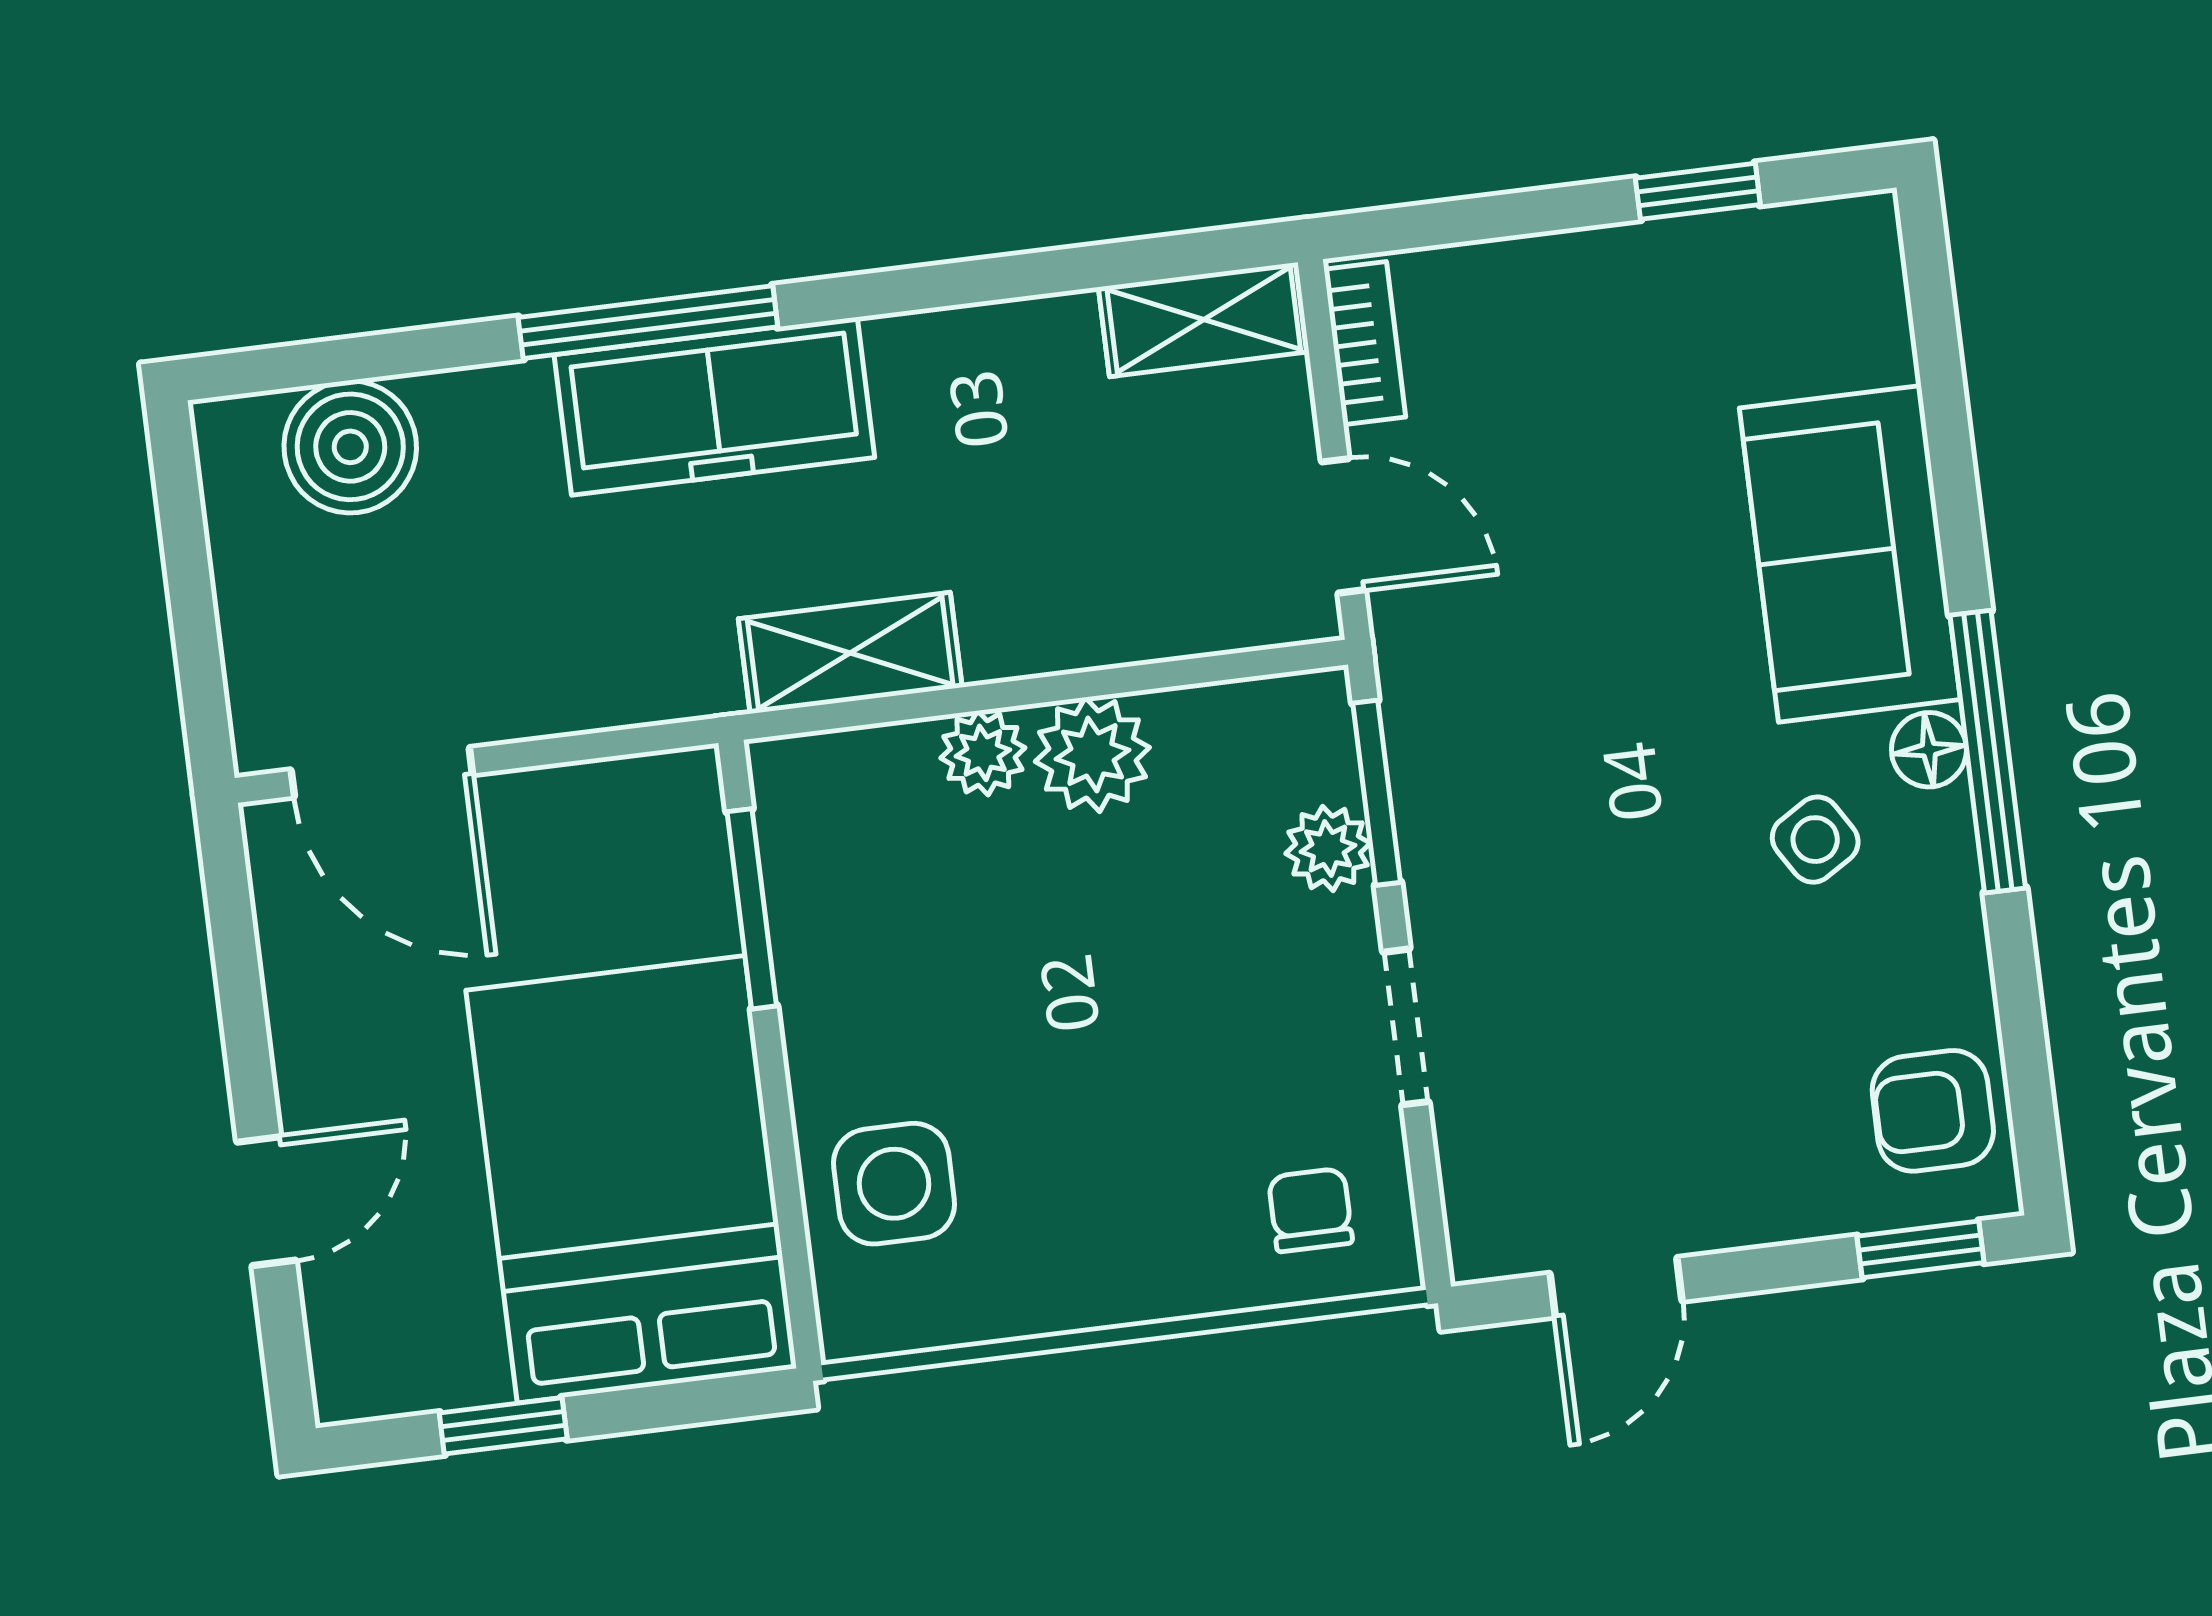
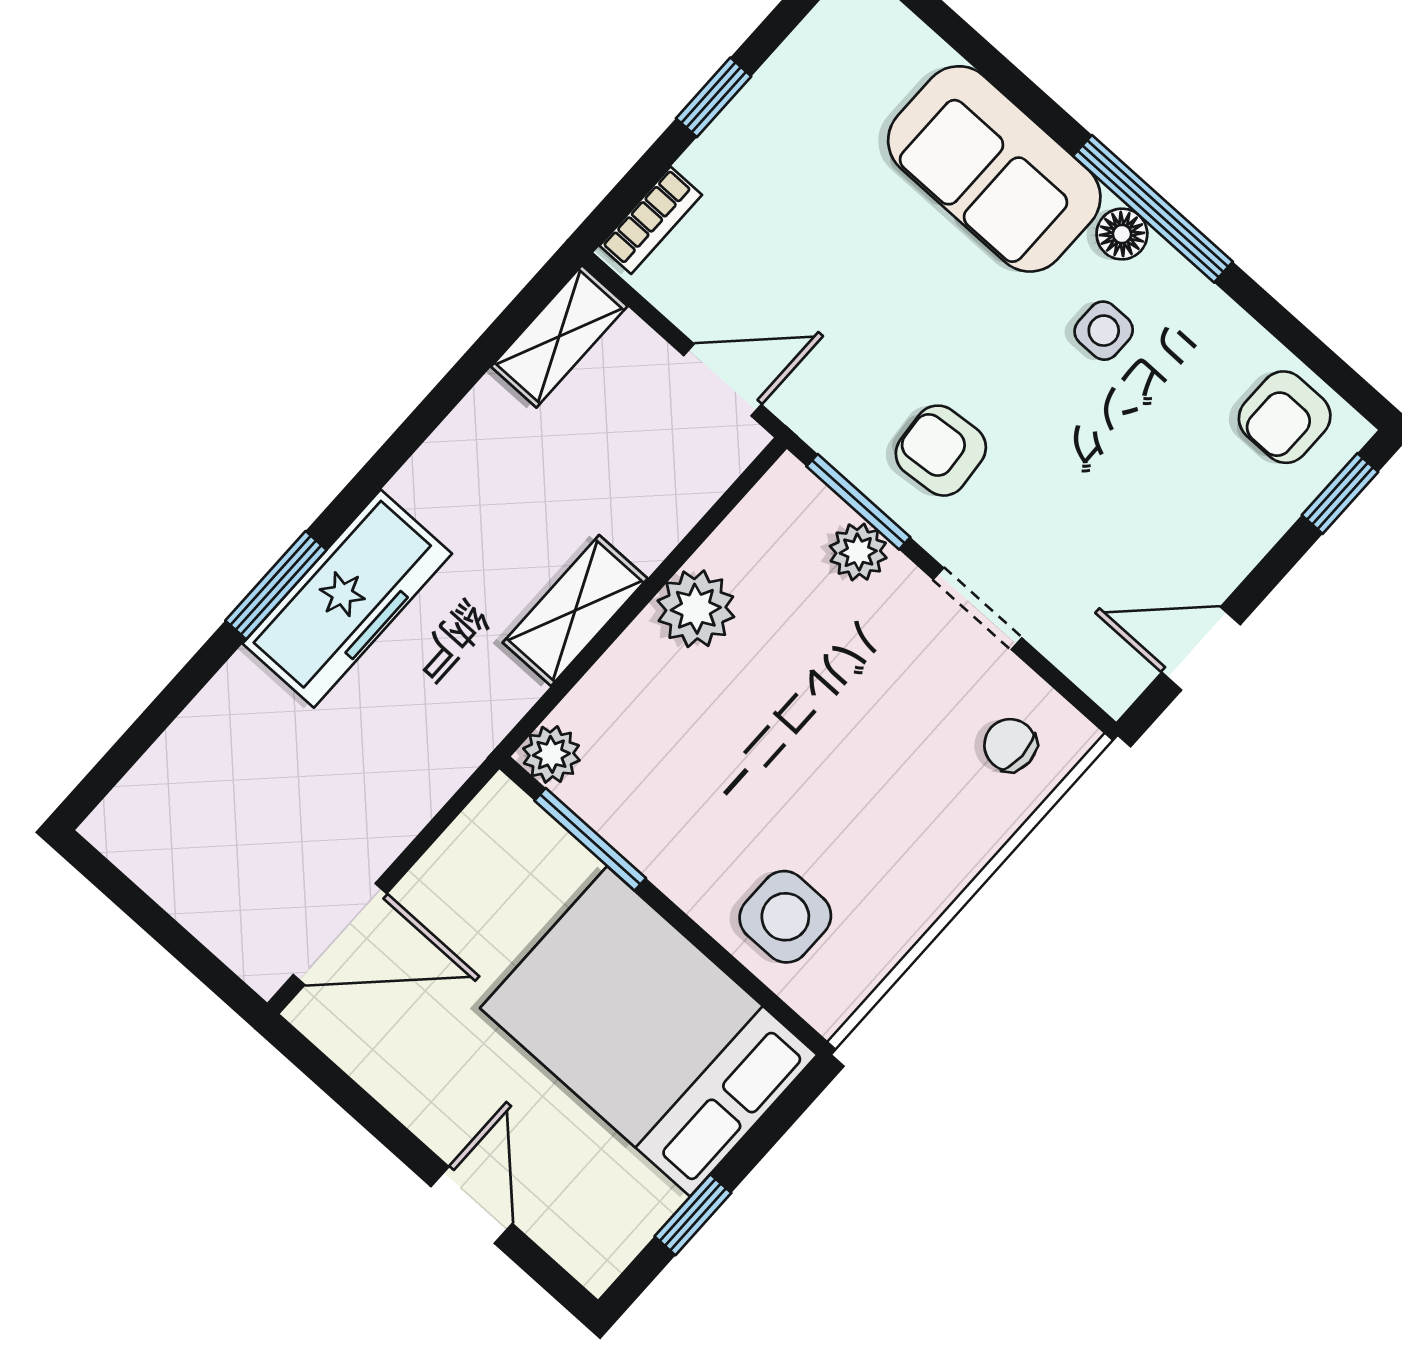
window: (1698, 191) -> (714, 97), moved
window: (648, 322) -> (276, 585), width x0.69
bookcase: (1365, 343) -> (651, 220), moved, turned 90
boiler: (350, 447) -> (179, 782), removed
shelving: (850, 653) -> (575, 611), moved
plant: (983, 753) -> (551, 754), moved
armchair: (1518, 815) -> (941, 451), added
side table: (1815, 840) -> (1104, 331), turned 32
door: (1616, 1287) -> (1201, 648), swing flipped

